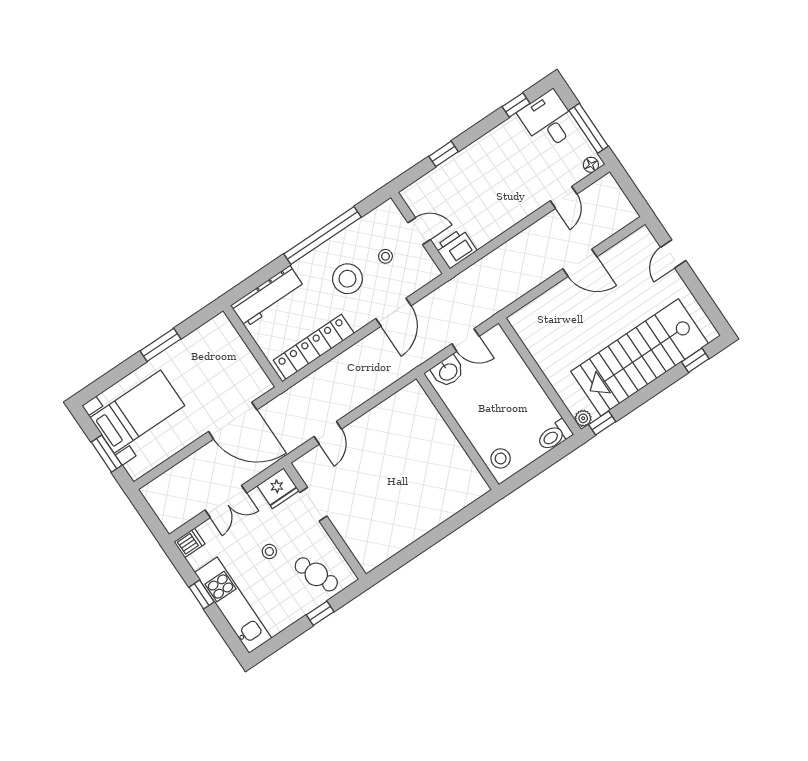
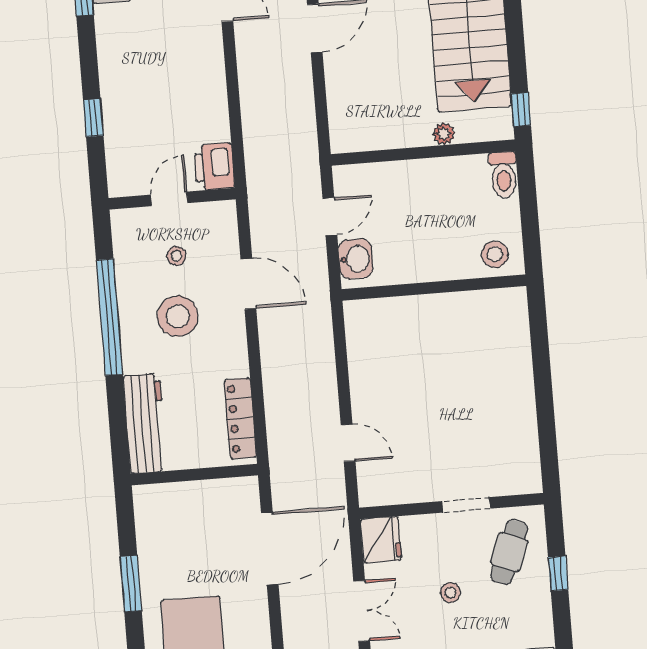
locker: (314, 347) -> (240, 418), width x0.71, depth x0.83
plant: (583, 418) -> (444, 134), moved
doorway: (313, 504) -> (466, 505), moved
cafe table: (316, 574) -> (509, 552), turned -45

